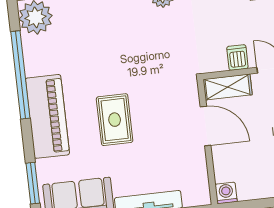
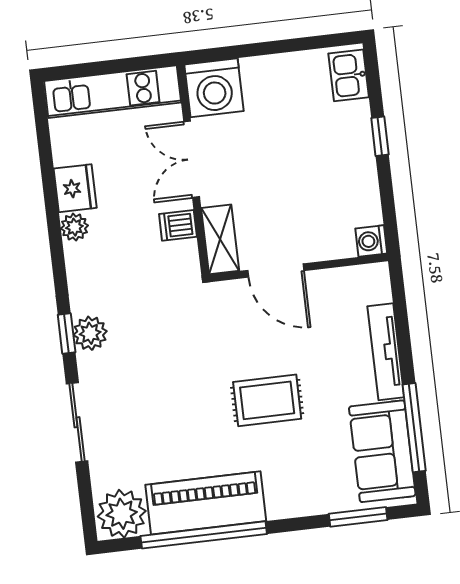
piano: (47, 116) -> (206, 503), moved
door: (206, 126) -> (276, 271), swing flipped

